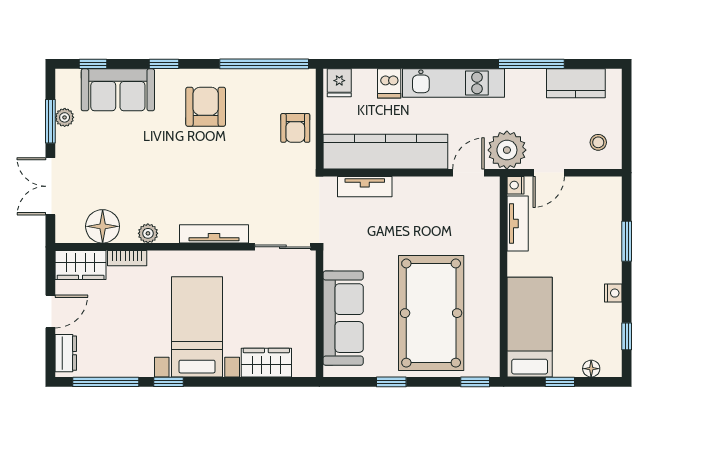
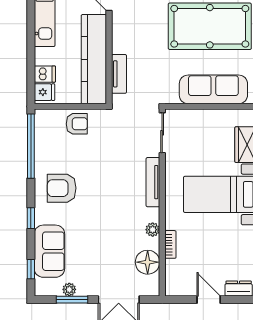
dishwasher: (389, 83) -> (45, 74), moved
wardrobe: (81, 265) -> (175, 278), removed

